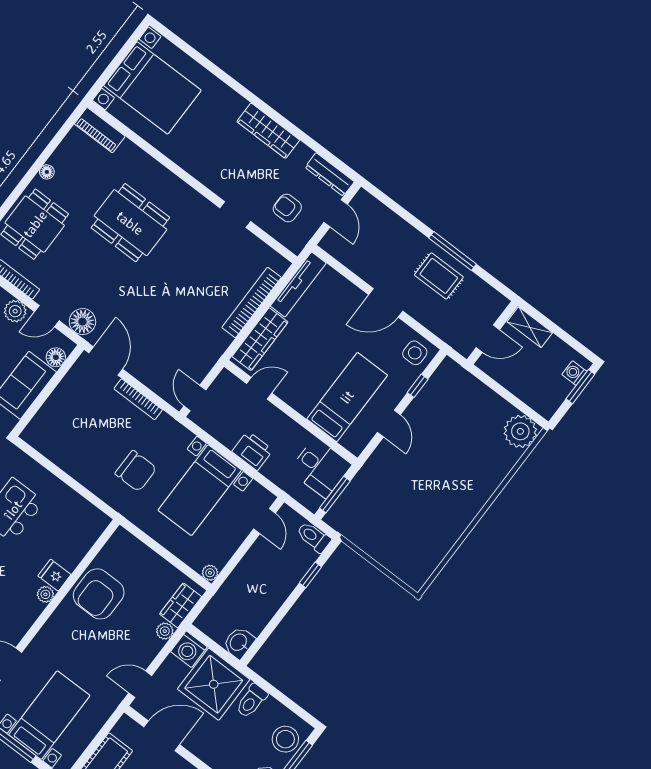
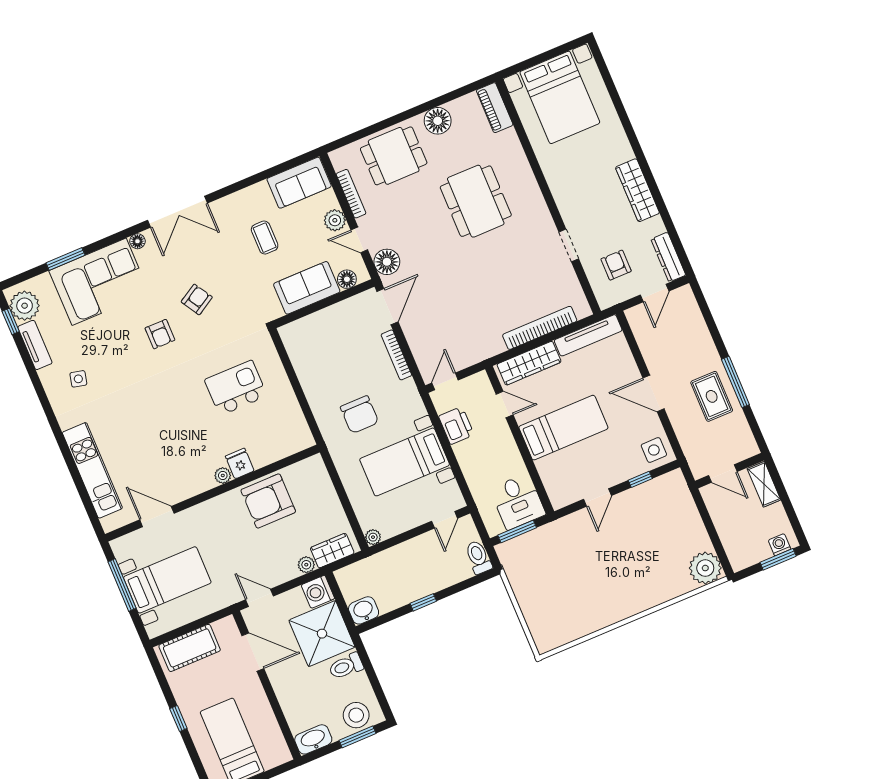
floor lamp: (47, 172) -> (438, 121), width x1.89, depth x1.89
bed: (347, 397) -> (563, 428), moved
printer: (252, 451) -> (456, 426), moved
window: (310, 575) -> (423, 602), moved

